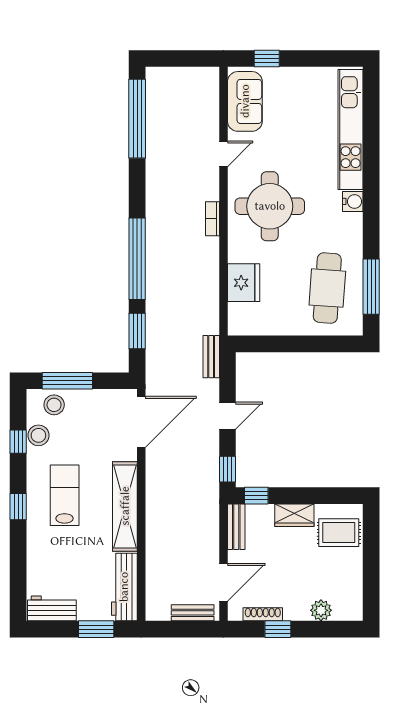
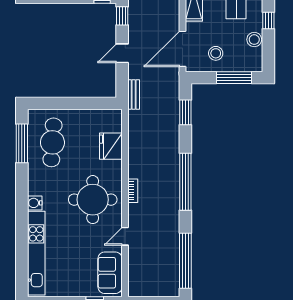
window: (137, 259) -> (185, 182), moved
stool: (54, 405) -> (216, 53), moved
window: (18, 442) -> (268, 20), moved

